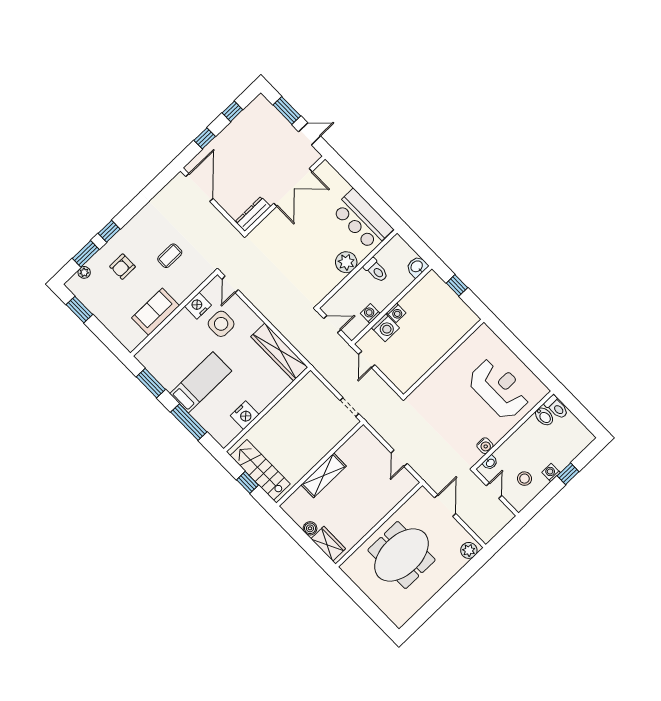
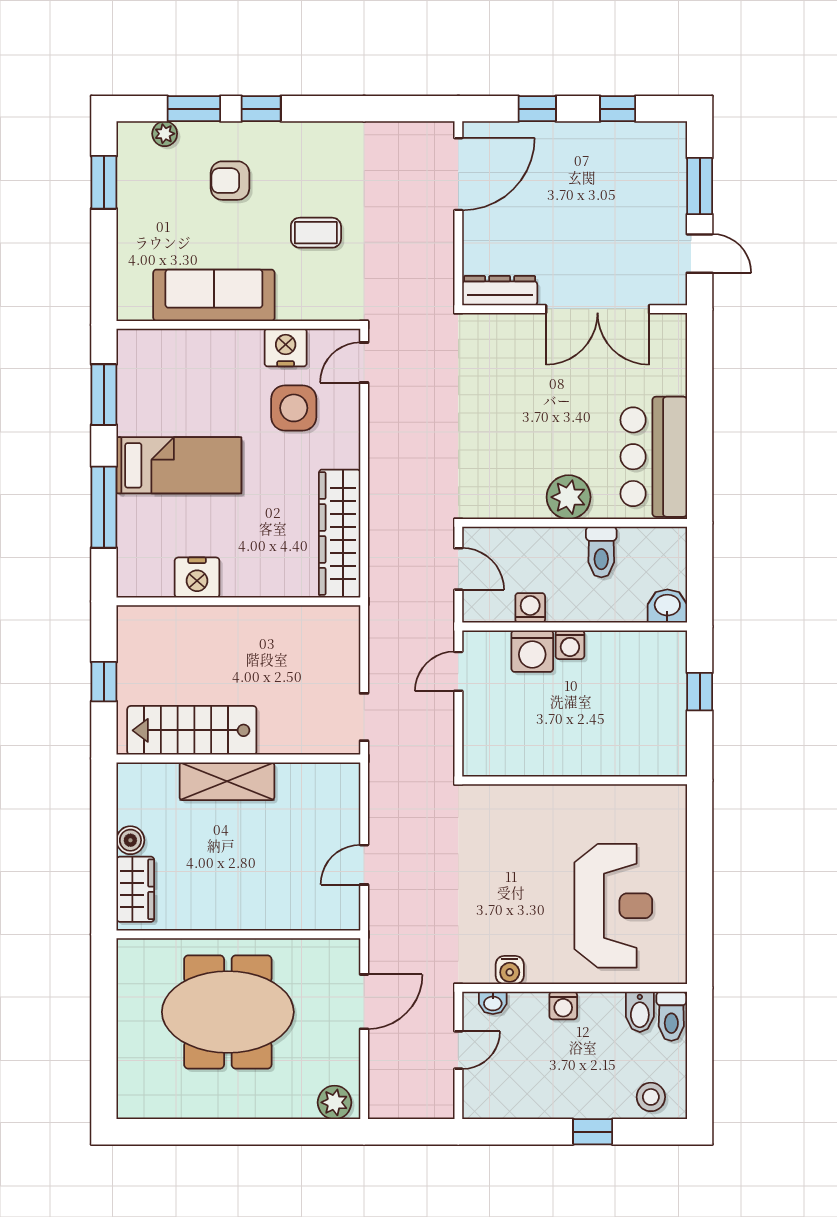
sofa: (156, 312) -> (214, 295), width x1.36
stairs: (260, 470) -> (192, 730), moved, turned -90
washing machine: (551, 472) -> (563, 1005), moved, turned 180
stool: (525, 479) -> (651, 1097), moved

